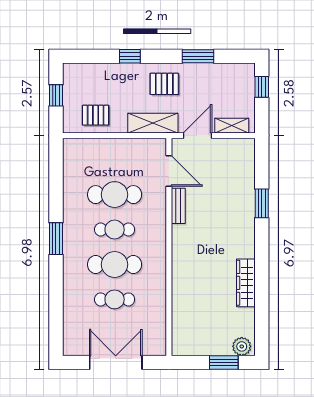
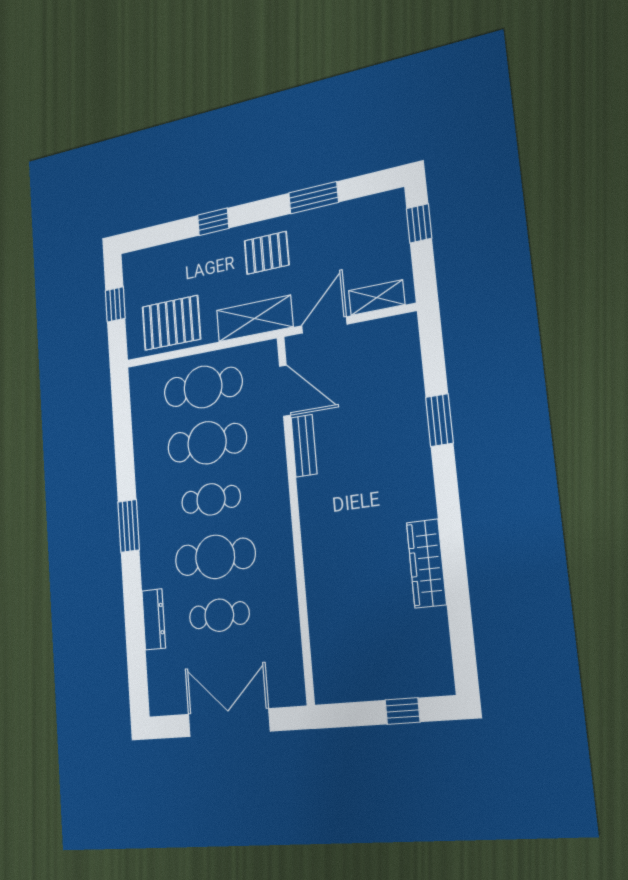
pallet: (96, 115) -> (171, 323), width x1.50, depth x1.42
cafe table: (115, 160) -> (203, 387), added
dresser: (70, 298) -> (154, 619), added
plant: (242, 346) -> (431, 679), removed
window: (224, 362) -> (403, 711), width x0.67

